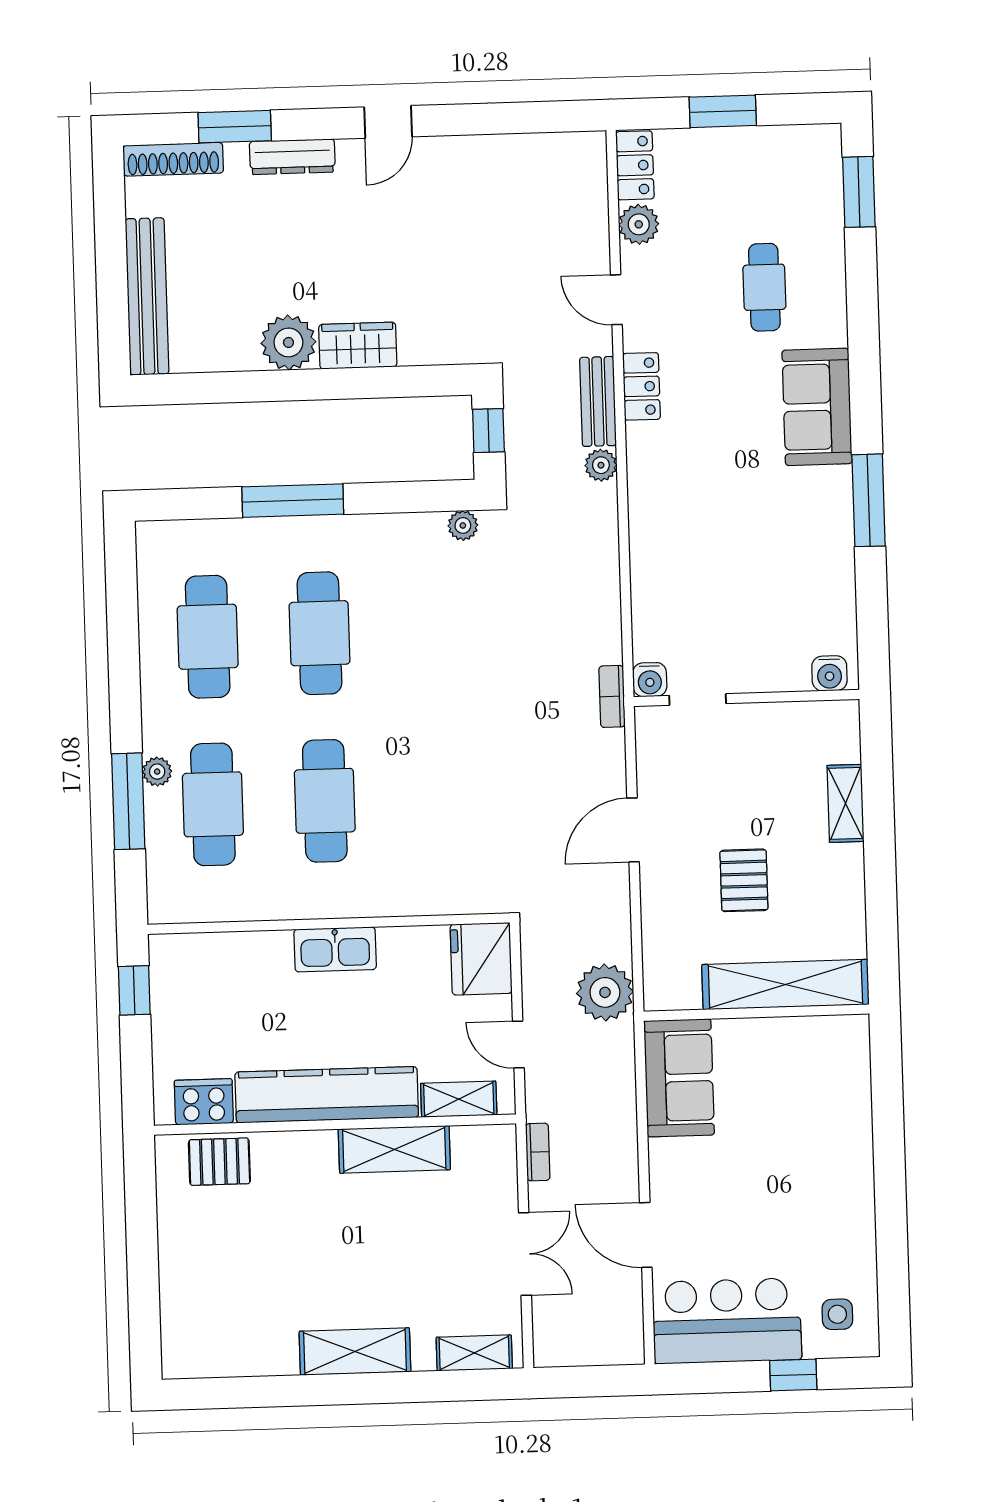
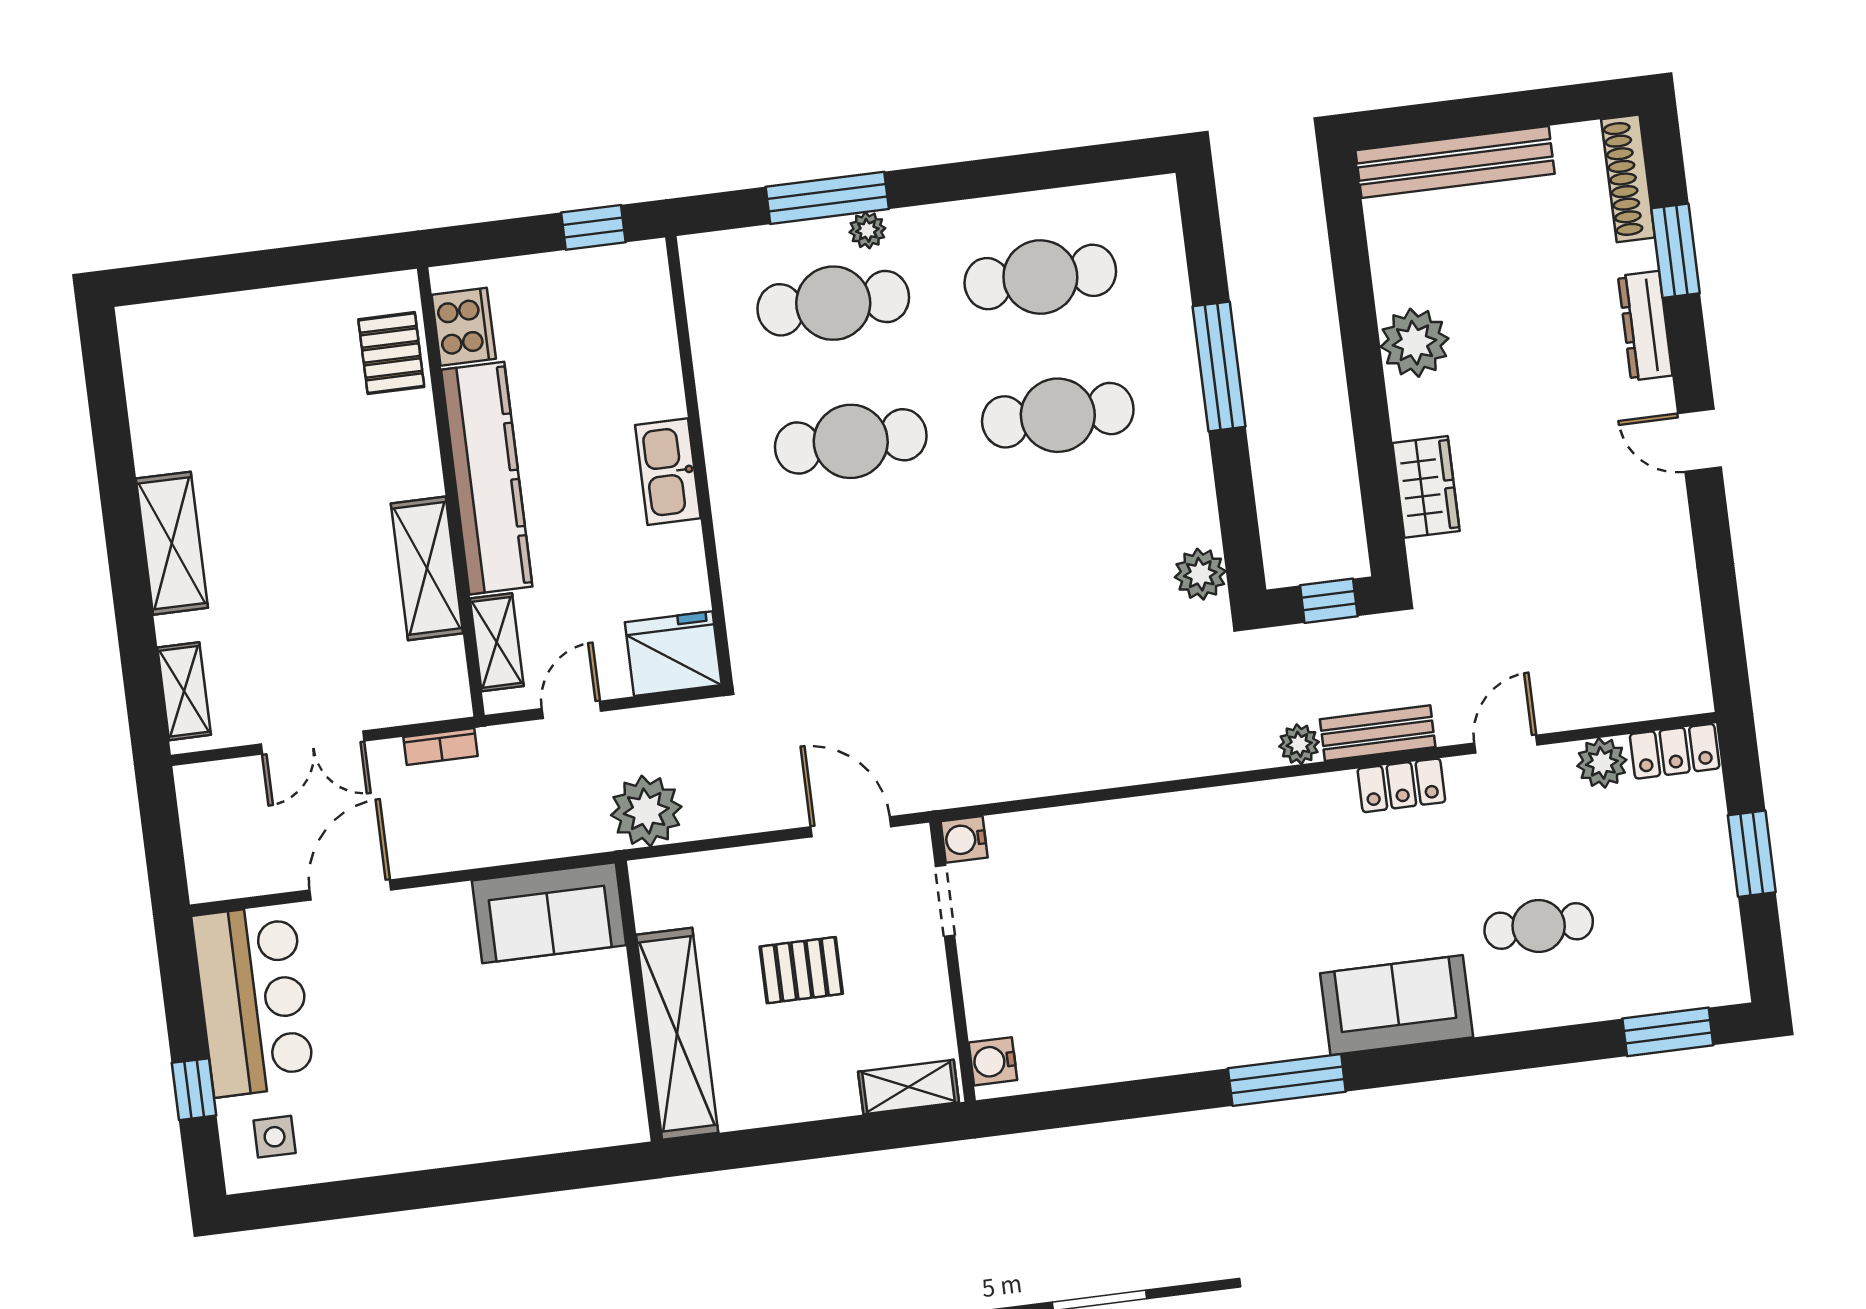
wardrobe: (358, 346) -> (1426, 487), moved
plant: (463, 525) -> (1200, 574), width x1.38, depth x1.38
water cooler: (829, 673) -> (993, 1061), moved
water cooler: (650, 680) -> (964, 839), moved
bookcase: (612, 696) -> (1014, 785), removed
wall: (747, 698) -> (953, 961), moved
doorway: (698, 700) -> (945, 901), moved

